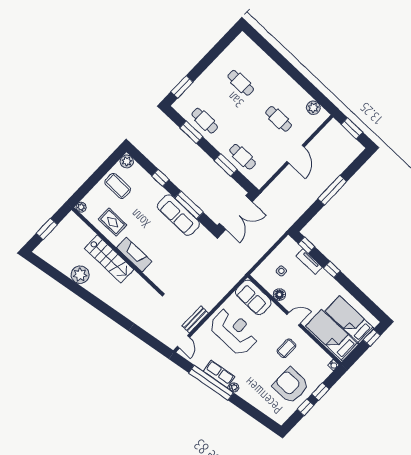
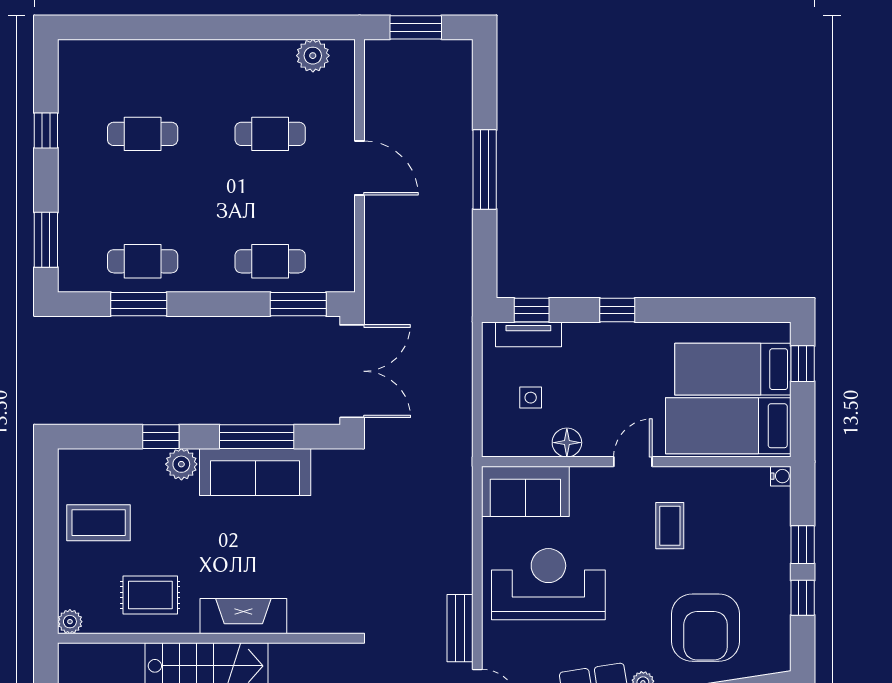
window: (213, 54) -> (46, 130), added
plant: (127, 161) -> (181, 464), moved
window: (226, 165) -> (298, 304), moved
tv unit: (309, 262) -> (528, 334), moved
armchair: (291, 385) -> (706, 628), moved, turned -90

